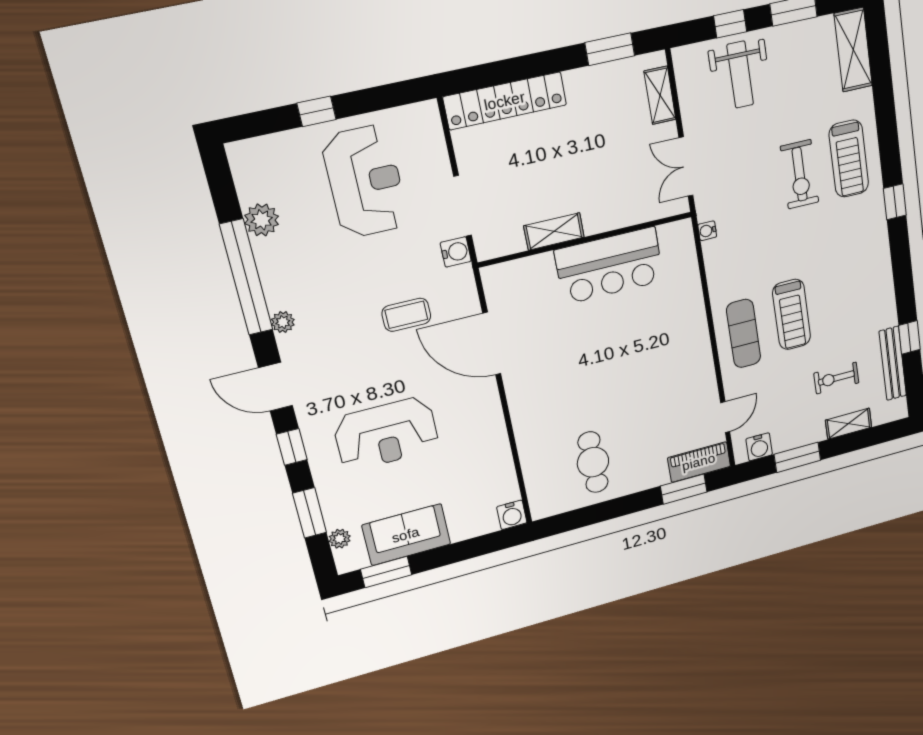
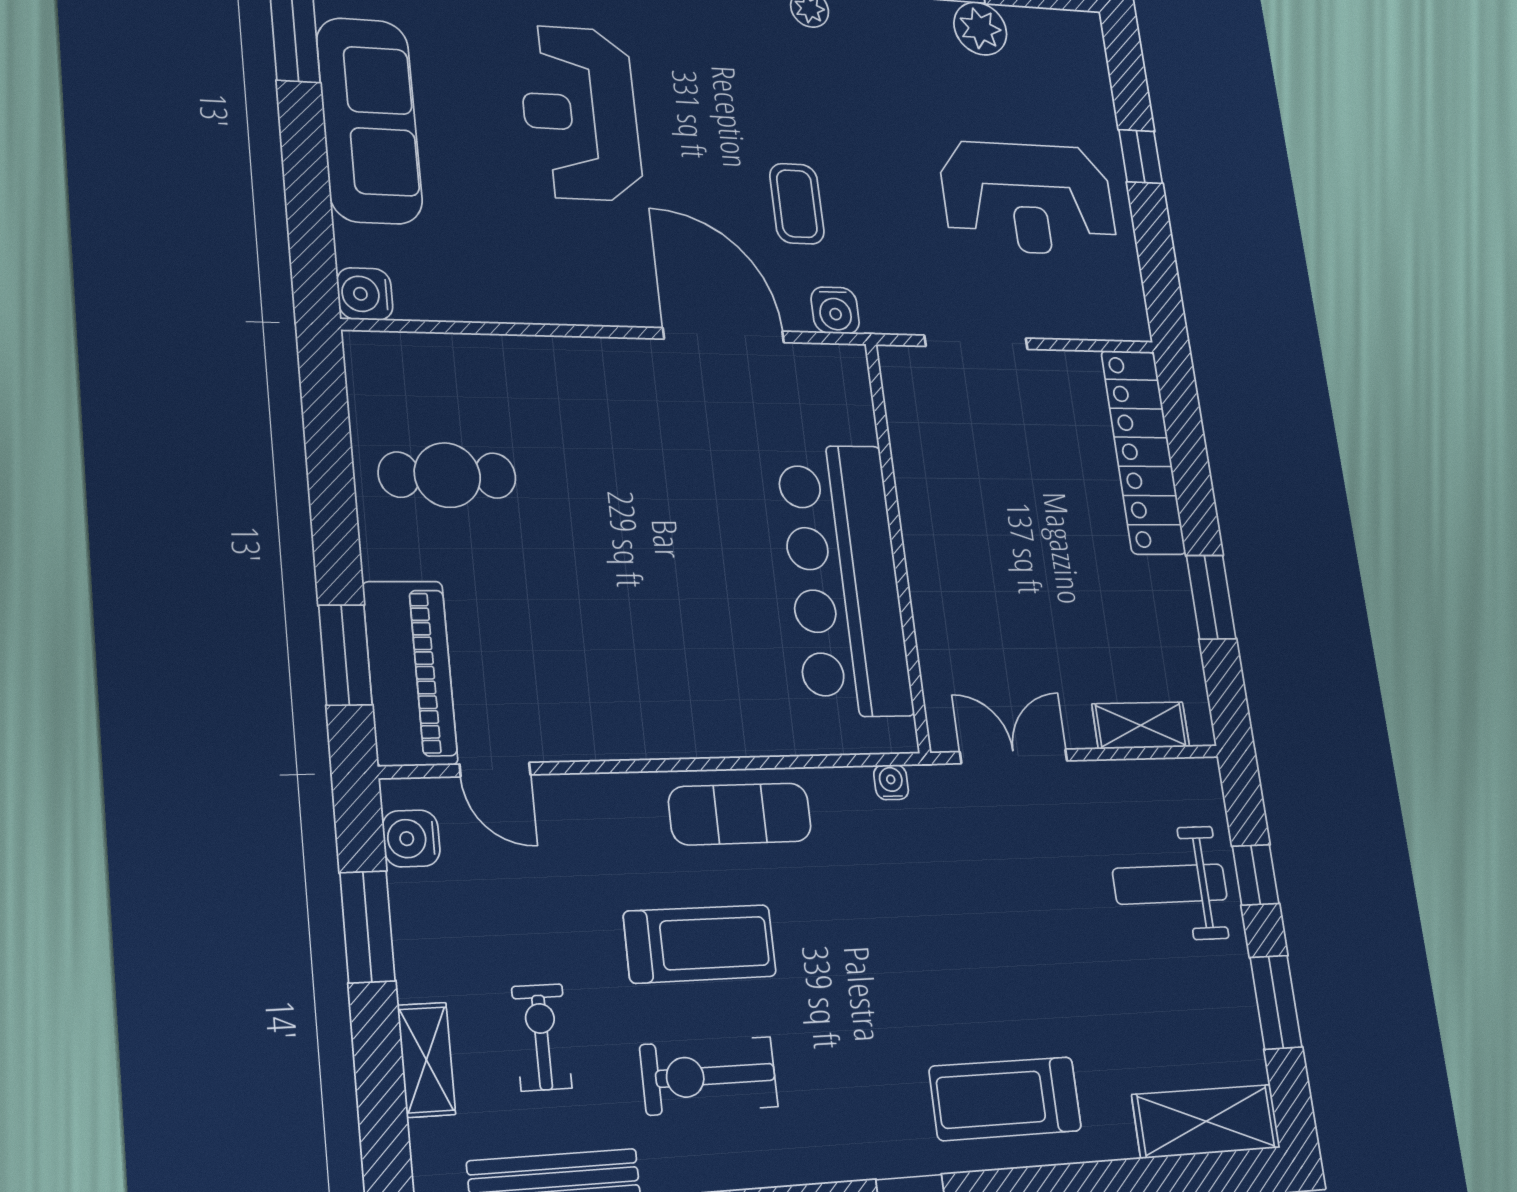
window: (610, 49) -> (1211, 597), moved
exercise bike: (800, 174) -> (709, 1076), moved
shelving: (554, 231) -> (917, 490), removed
water cooler: (456, 252) -> (835, 310), moved
bar counter: (609, 266) -> (844, 580), width x1.36
treadmill: (792, 315) -> (700, 944), turned 180
exercise mat: (744, 334) -> (740, 814), moved
door: (492, 344) -> (724, 335), hinge flipped
piano: (699, 462) -> (410, 673), width x1.37, depth x1.33
sofa: (406, 535) -> (369, 120), width x1.36

